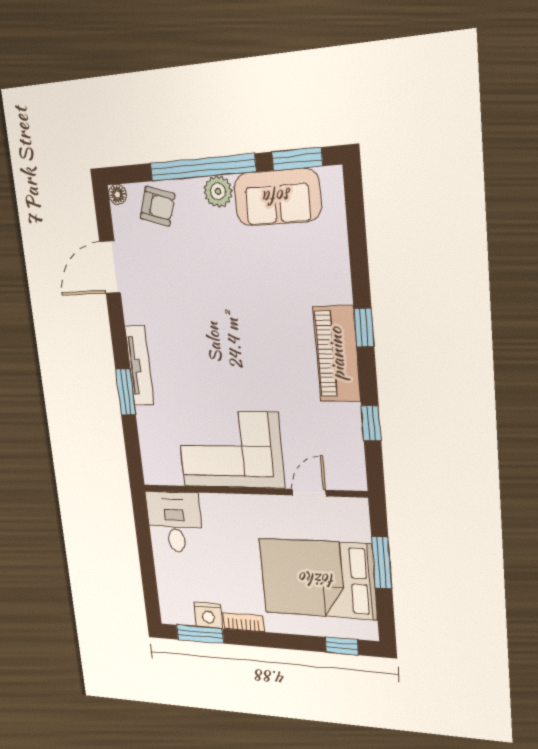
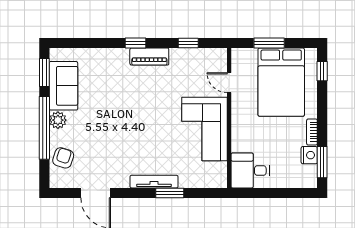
floor lamp: (117, 194) -> (55, 182), removed
piano: (337, 354) -> (149, 57), width x0.73, depth x0.75

